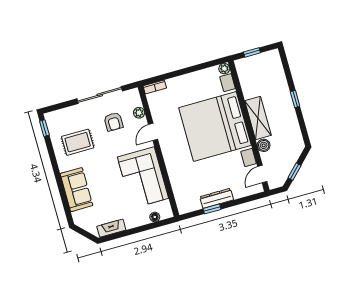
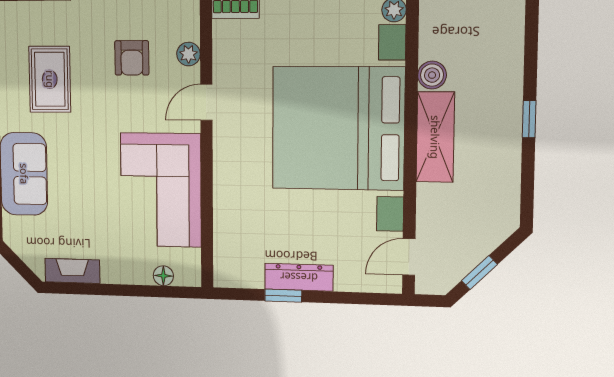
rug: (78, 142) -> (50, 79), turned 90
boiler: (264, 145) -> (432, 75), moved

